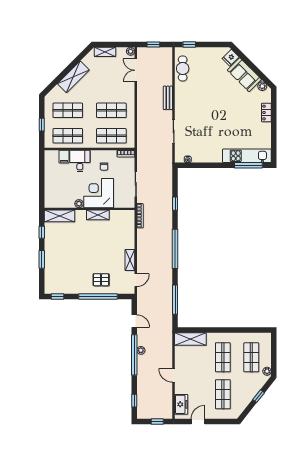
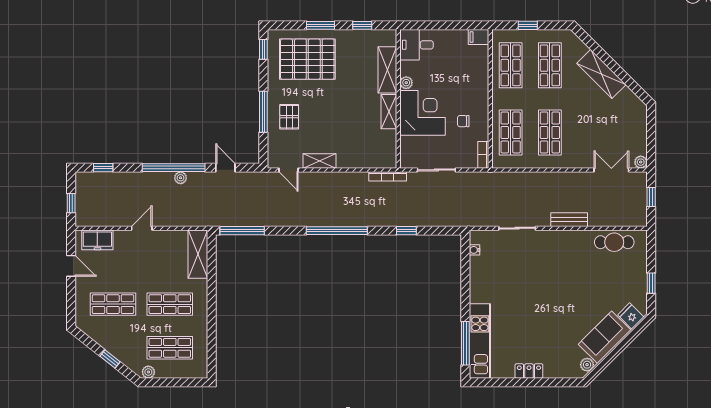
window: (189, 45) -> (651, 283), moved
shelving: (105, 52) -> (640, 123), removed
locker: (266, 113) -> (529, 371), moved
filing cabinet: (64, 157) -> (479, 37), moved
desk: (80, 161) -> (416, 45), moved, turned 180
shelving: (60, 216) -> (387, 70), moved
pallet: (64, 268) -> (307, 59), added
window: (98, 296) -> (263, 112), width x0.68
window: (175, 300) -> (242, 231), moved
door: (134, 321) -> (225, 168), swing flipped

